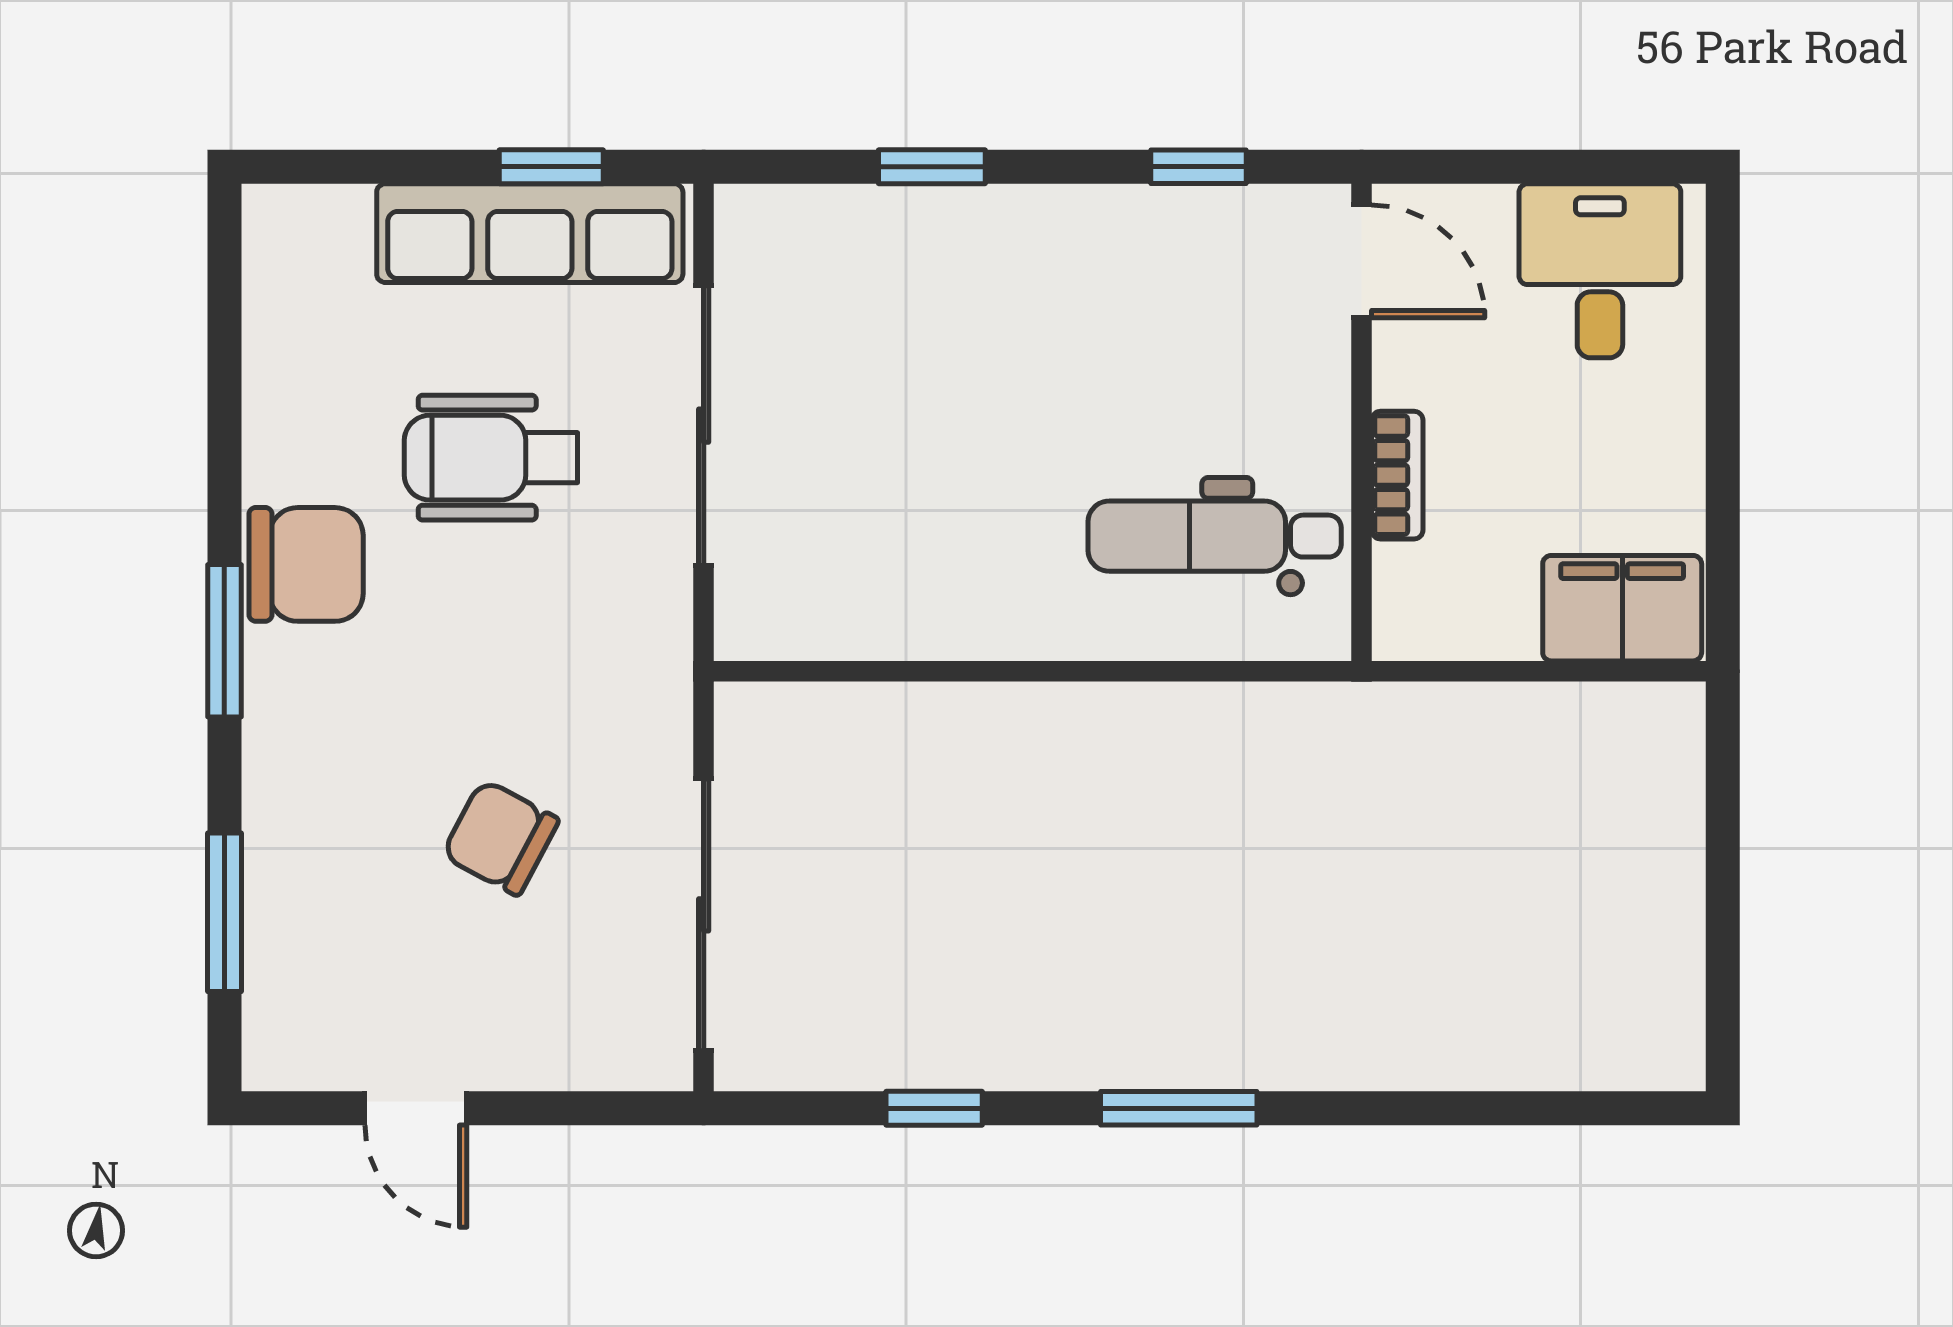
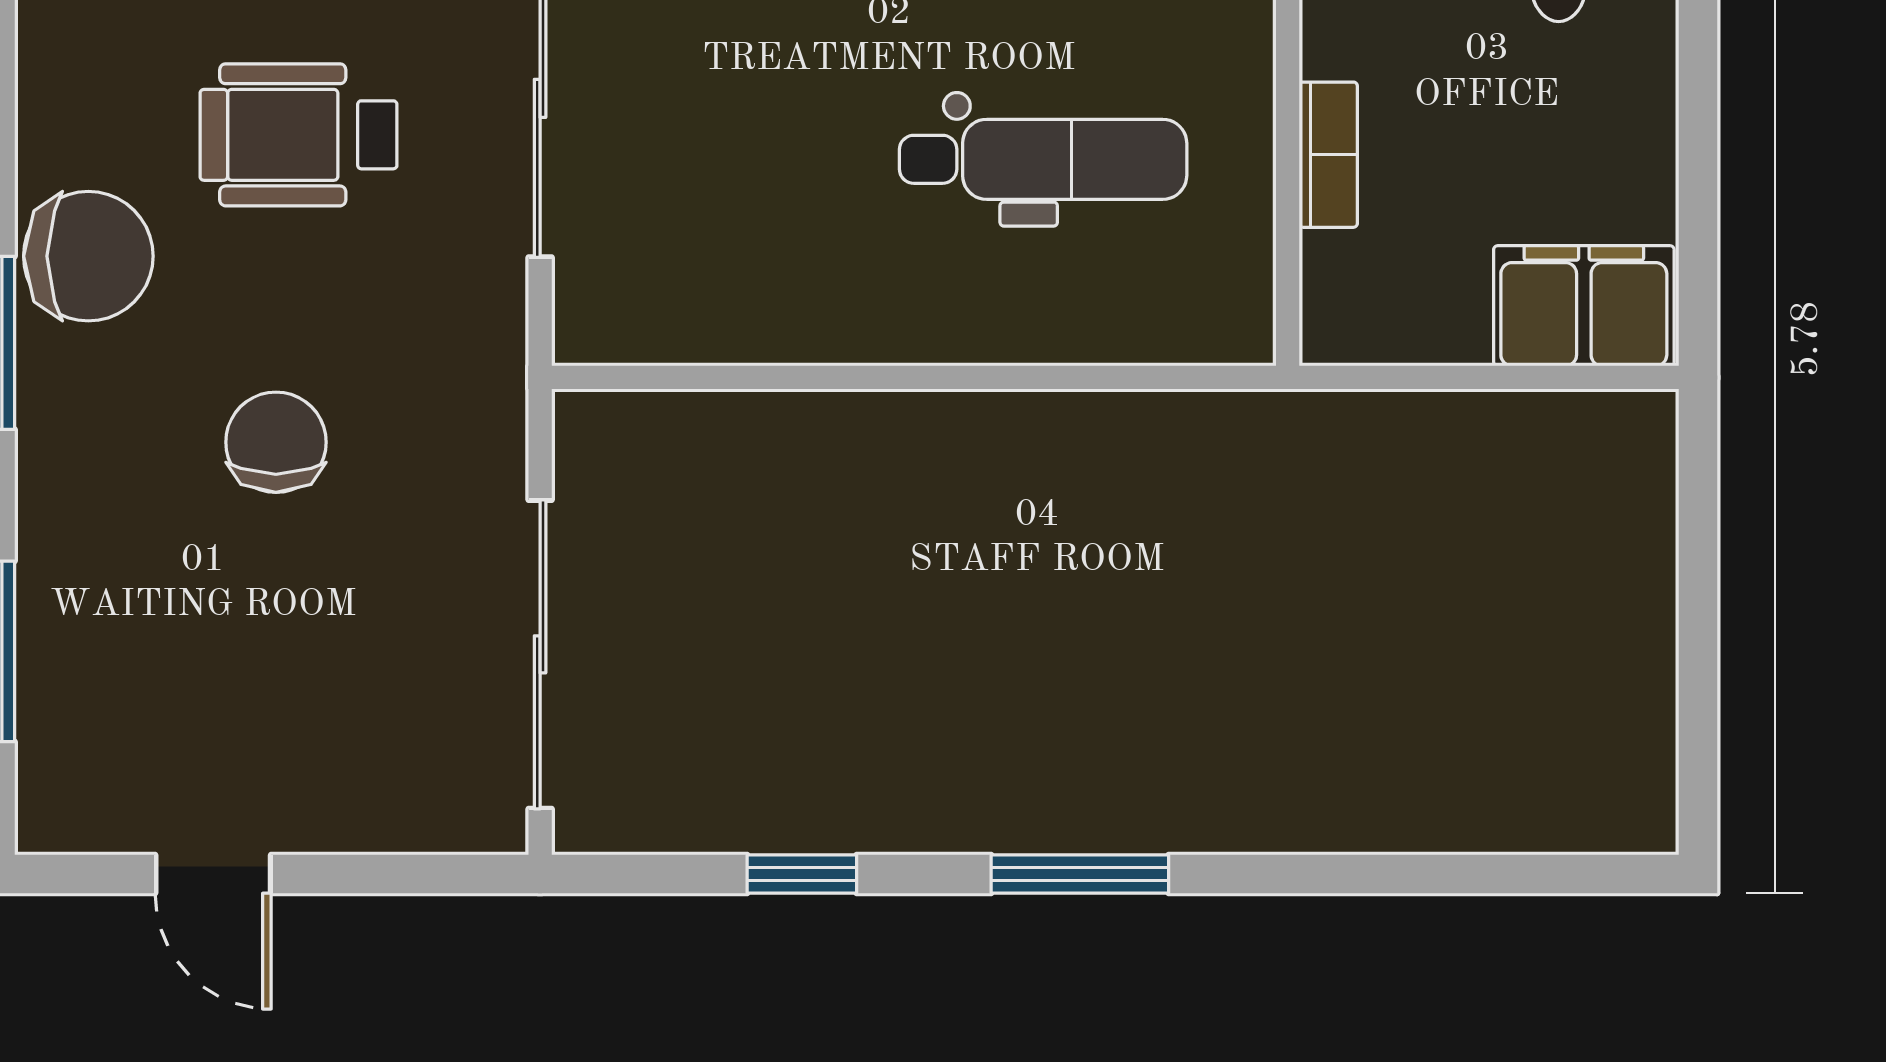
dental chair: (1215, 536) -> (1043, 159), moved, turned 180
chair: (500, 838) -> (276, 442), moved, turned 62

